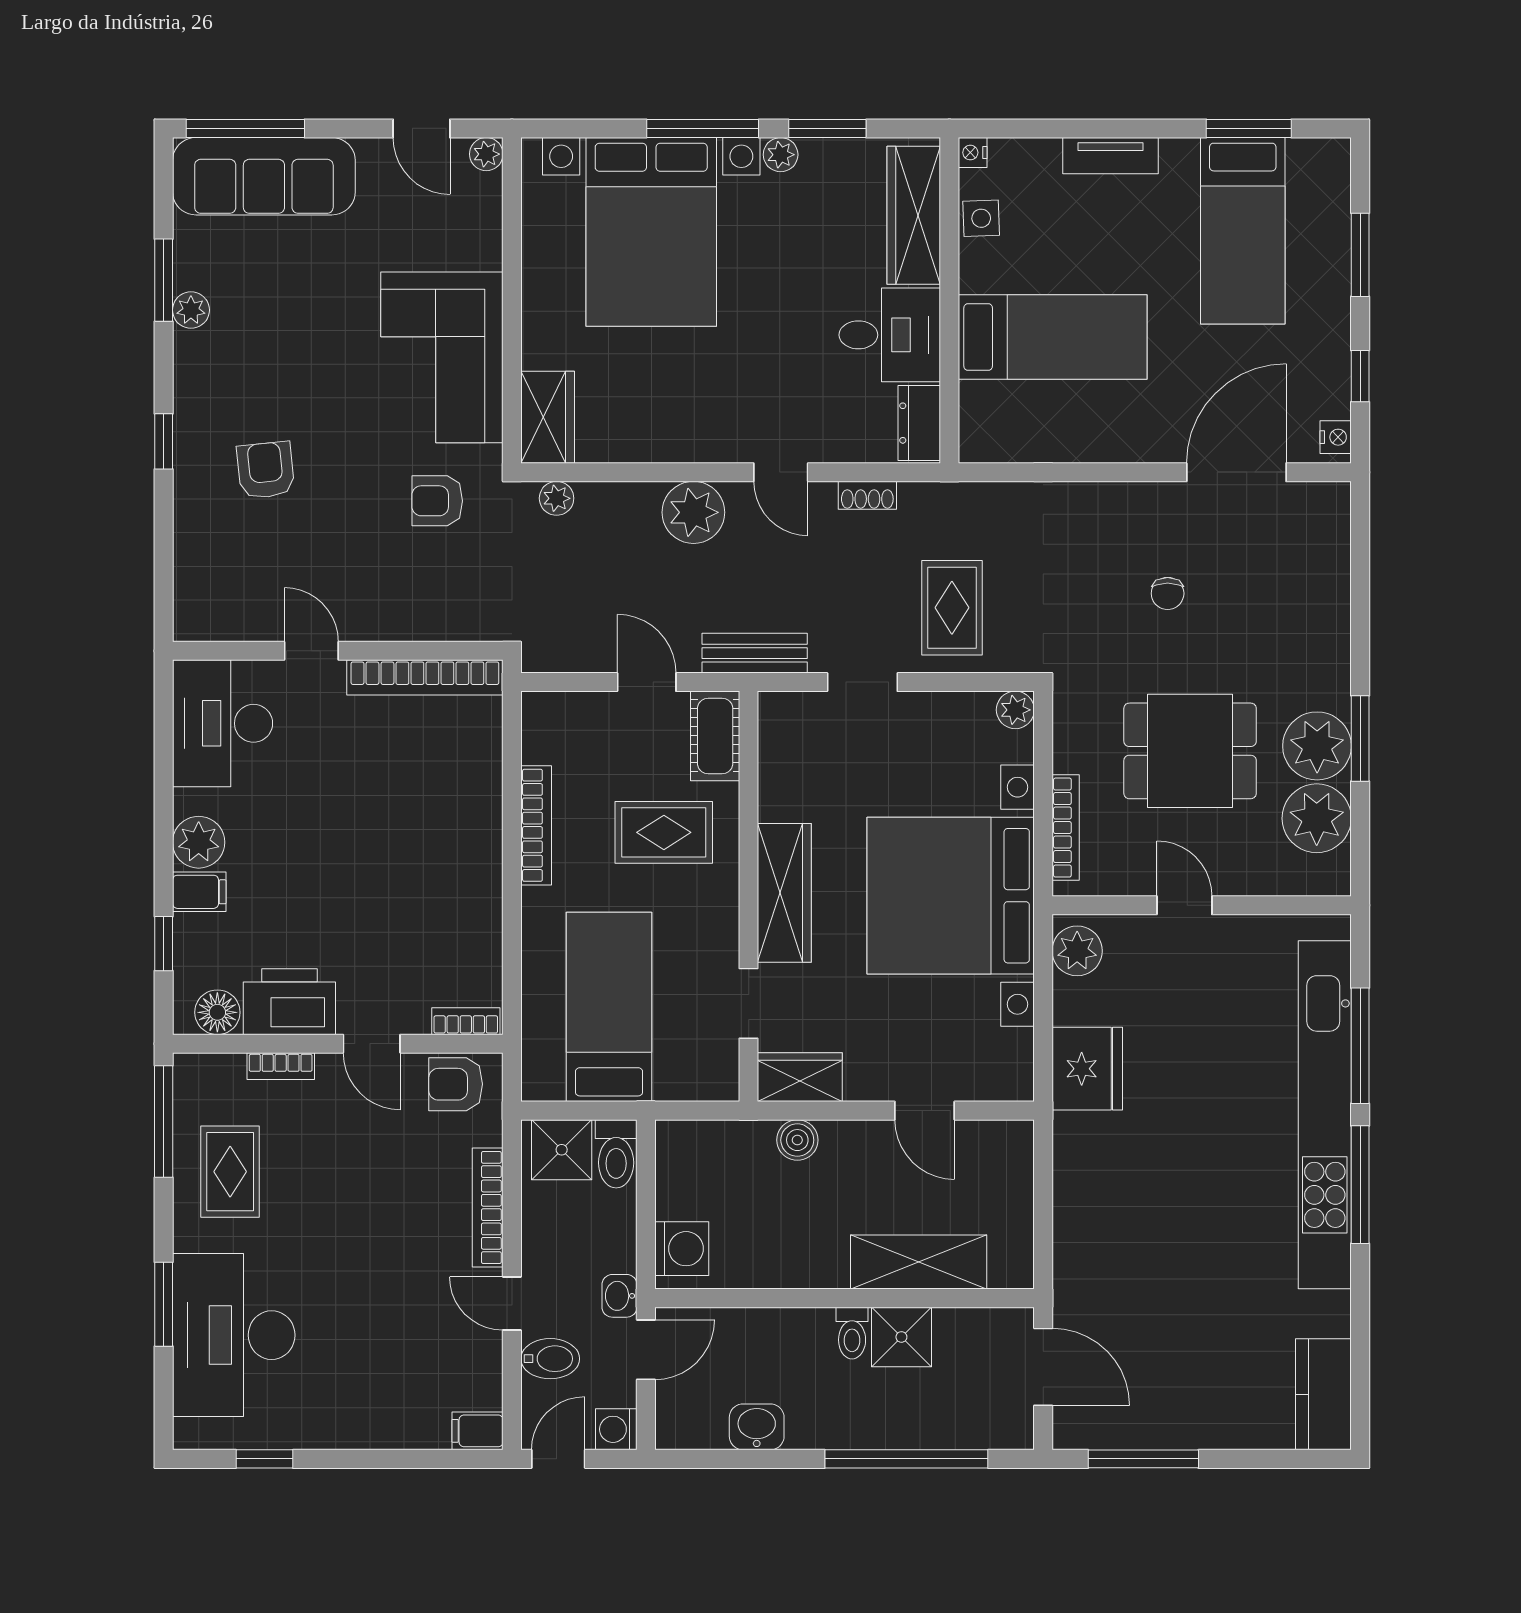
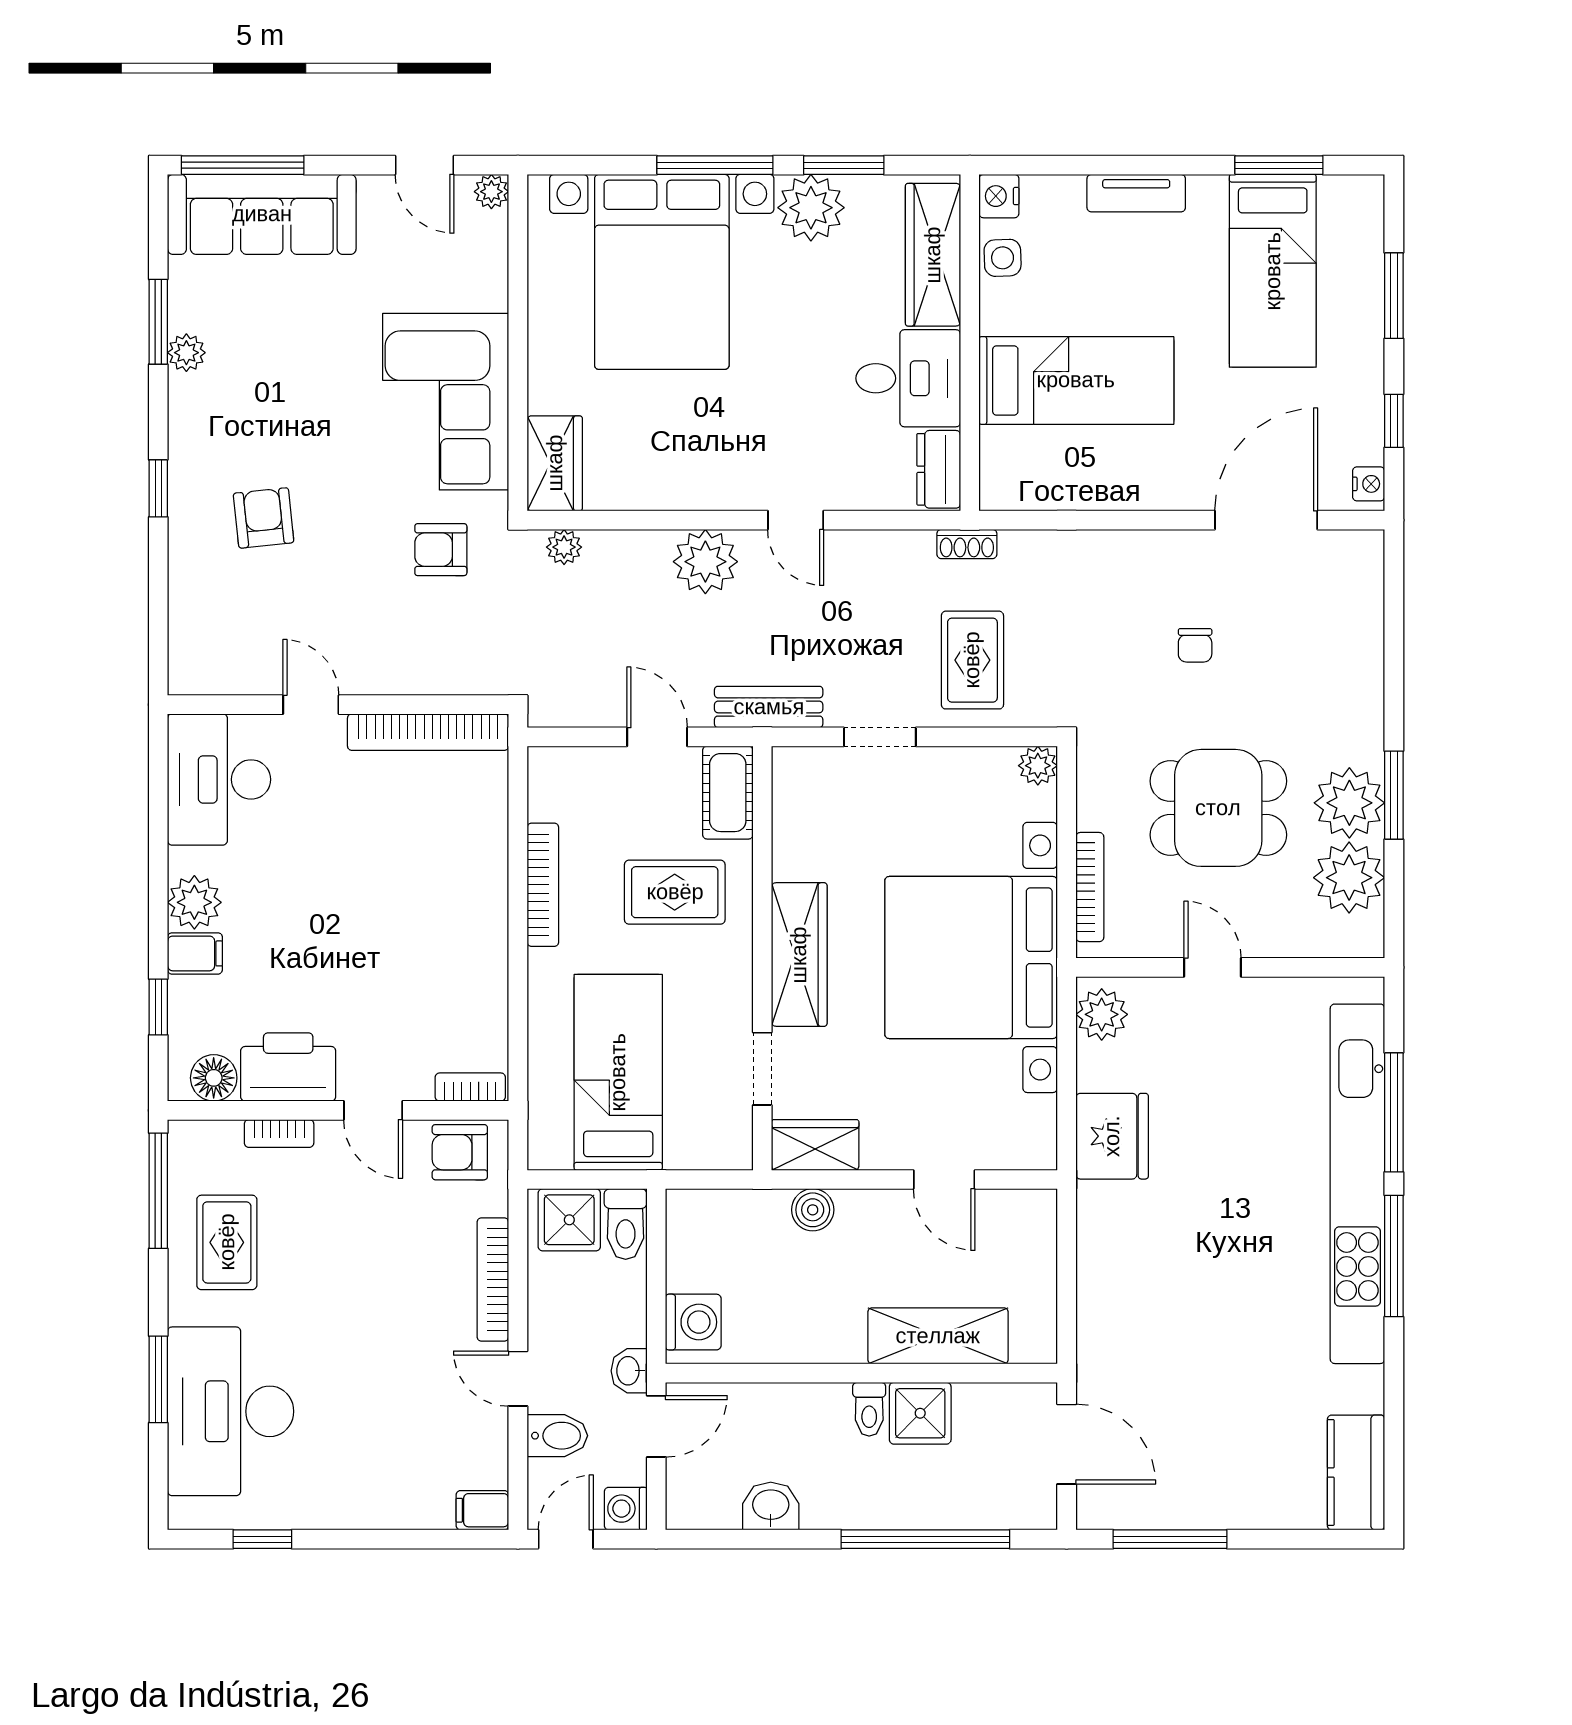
nightstand: (973, 153) -> (999, 196), width x1.39, depth x1.35
plant: (781, 155) -> (811, 208), width x1.87, depth x1.87
shoe rack: (867, 495) -> (967, 544), moved

